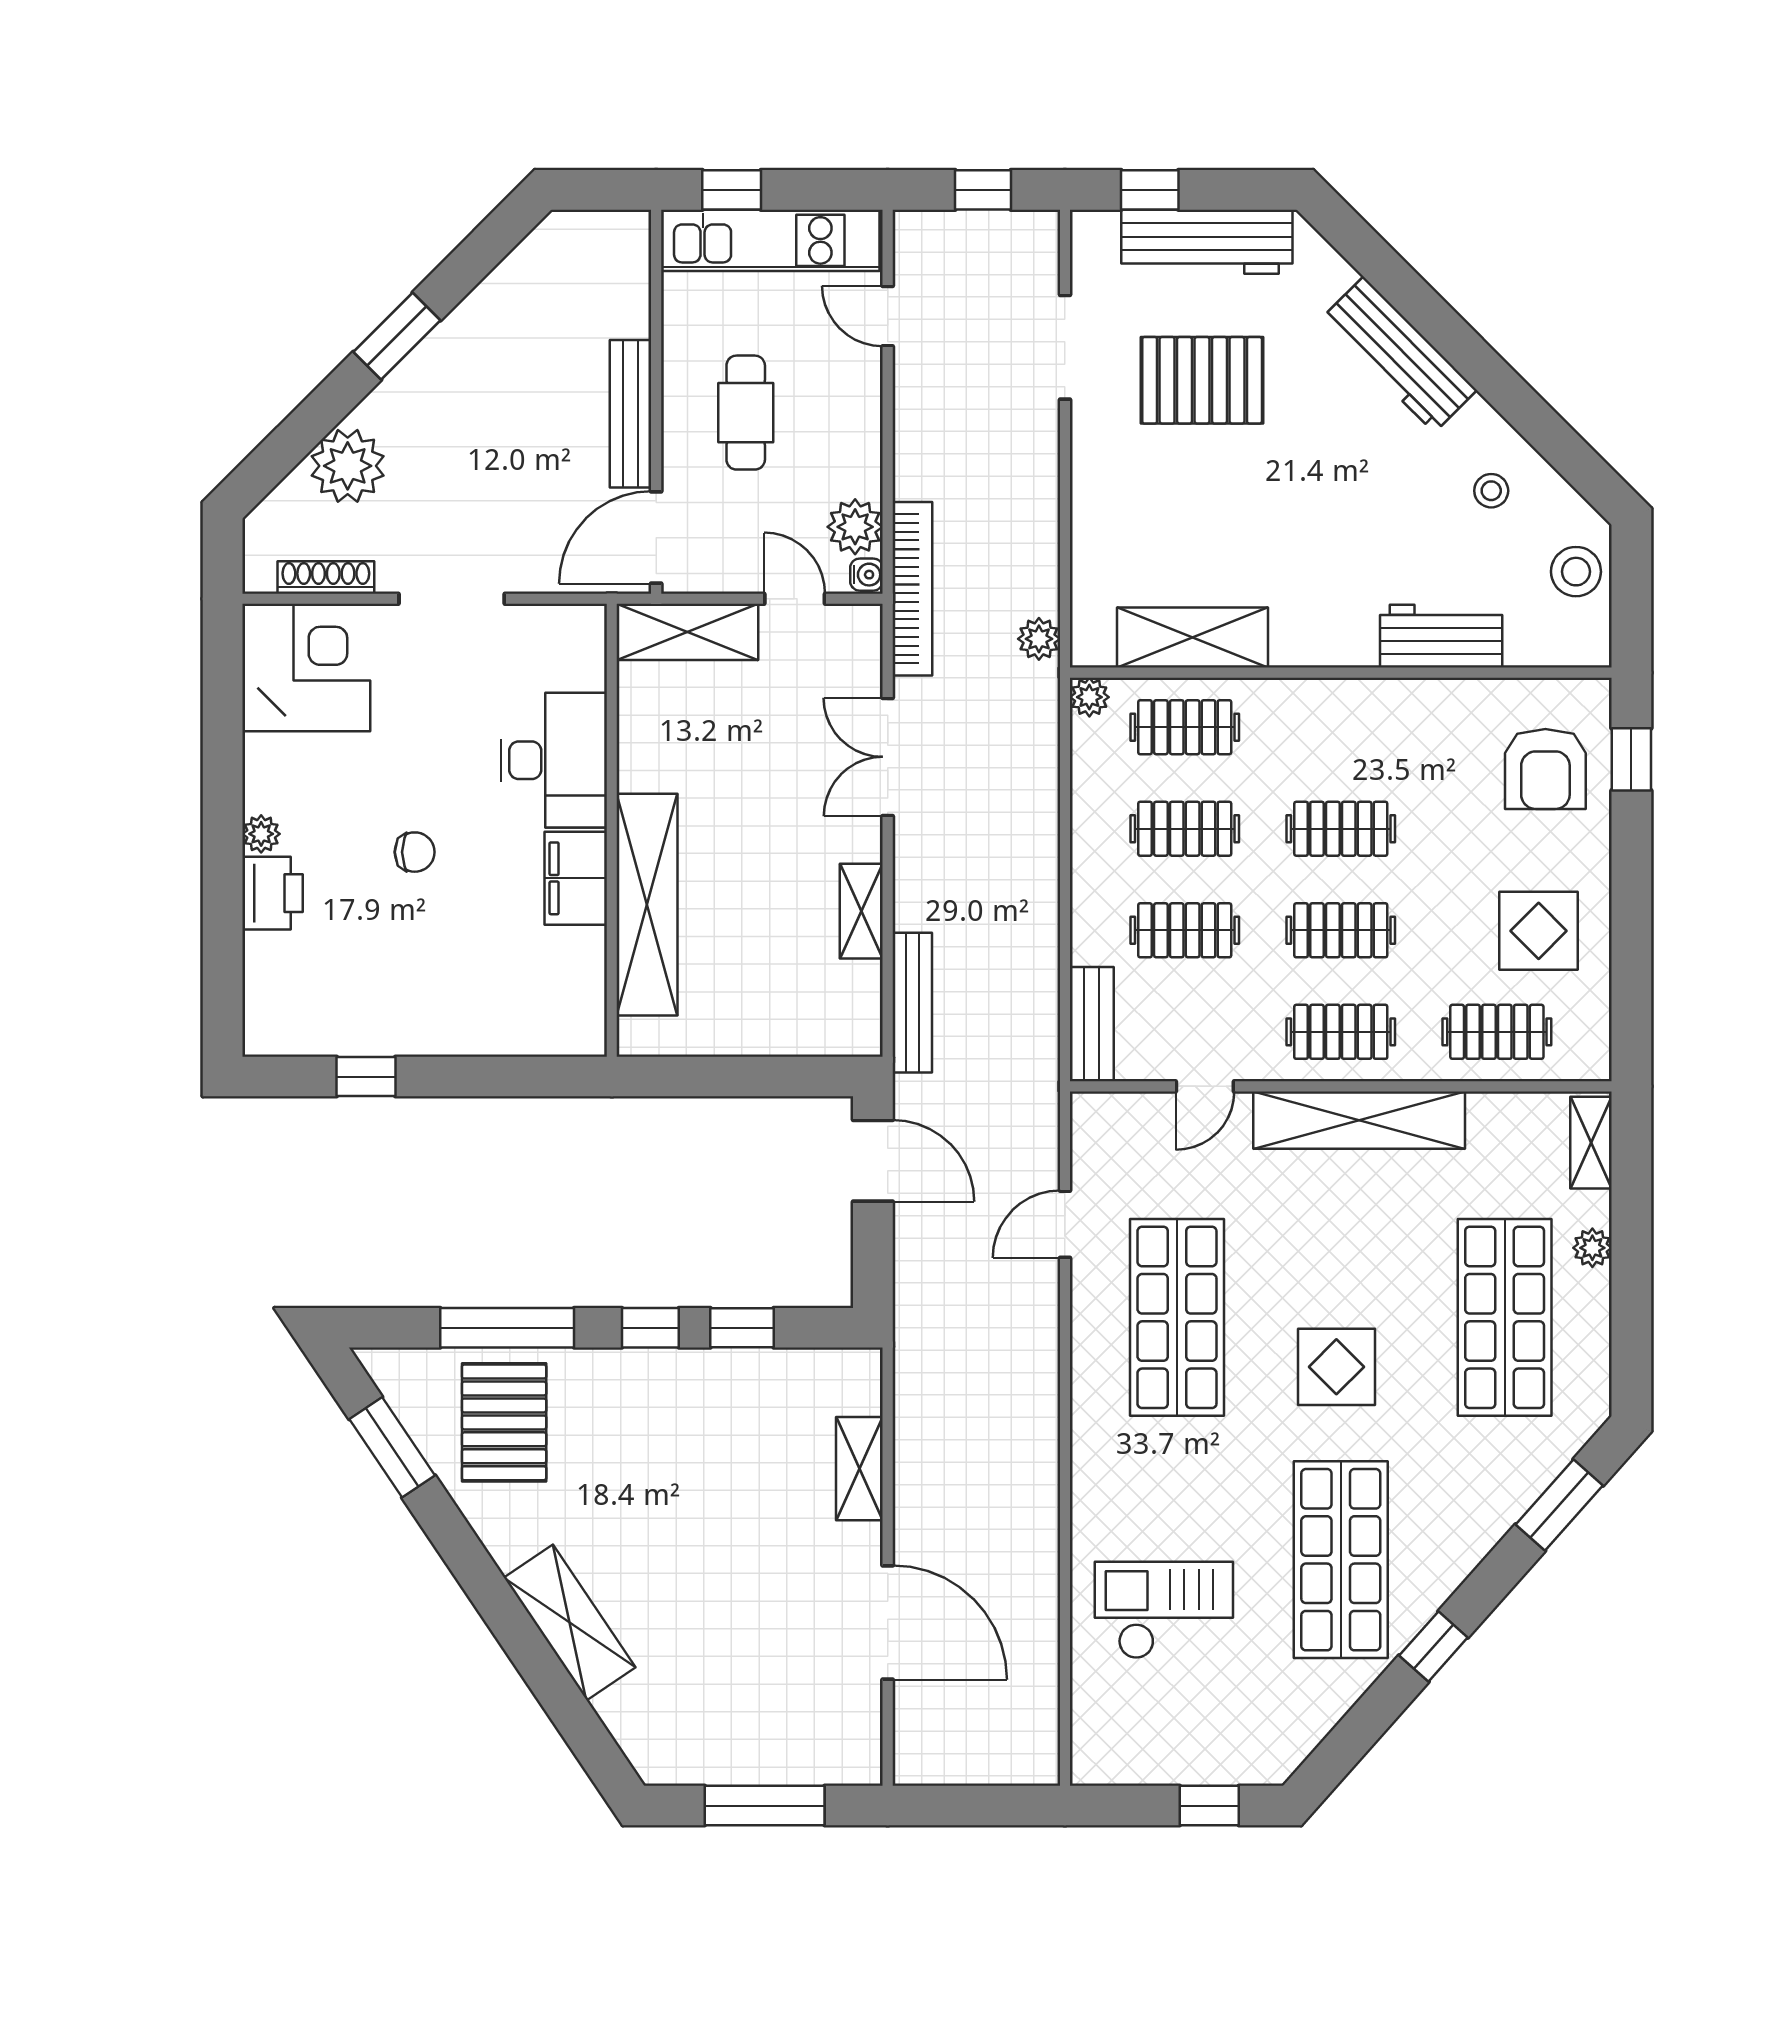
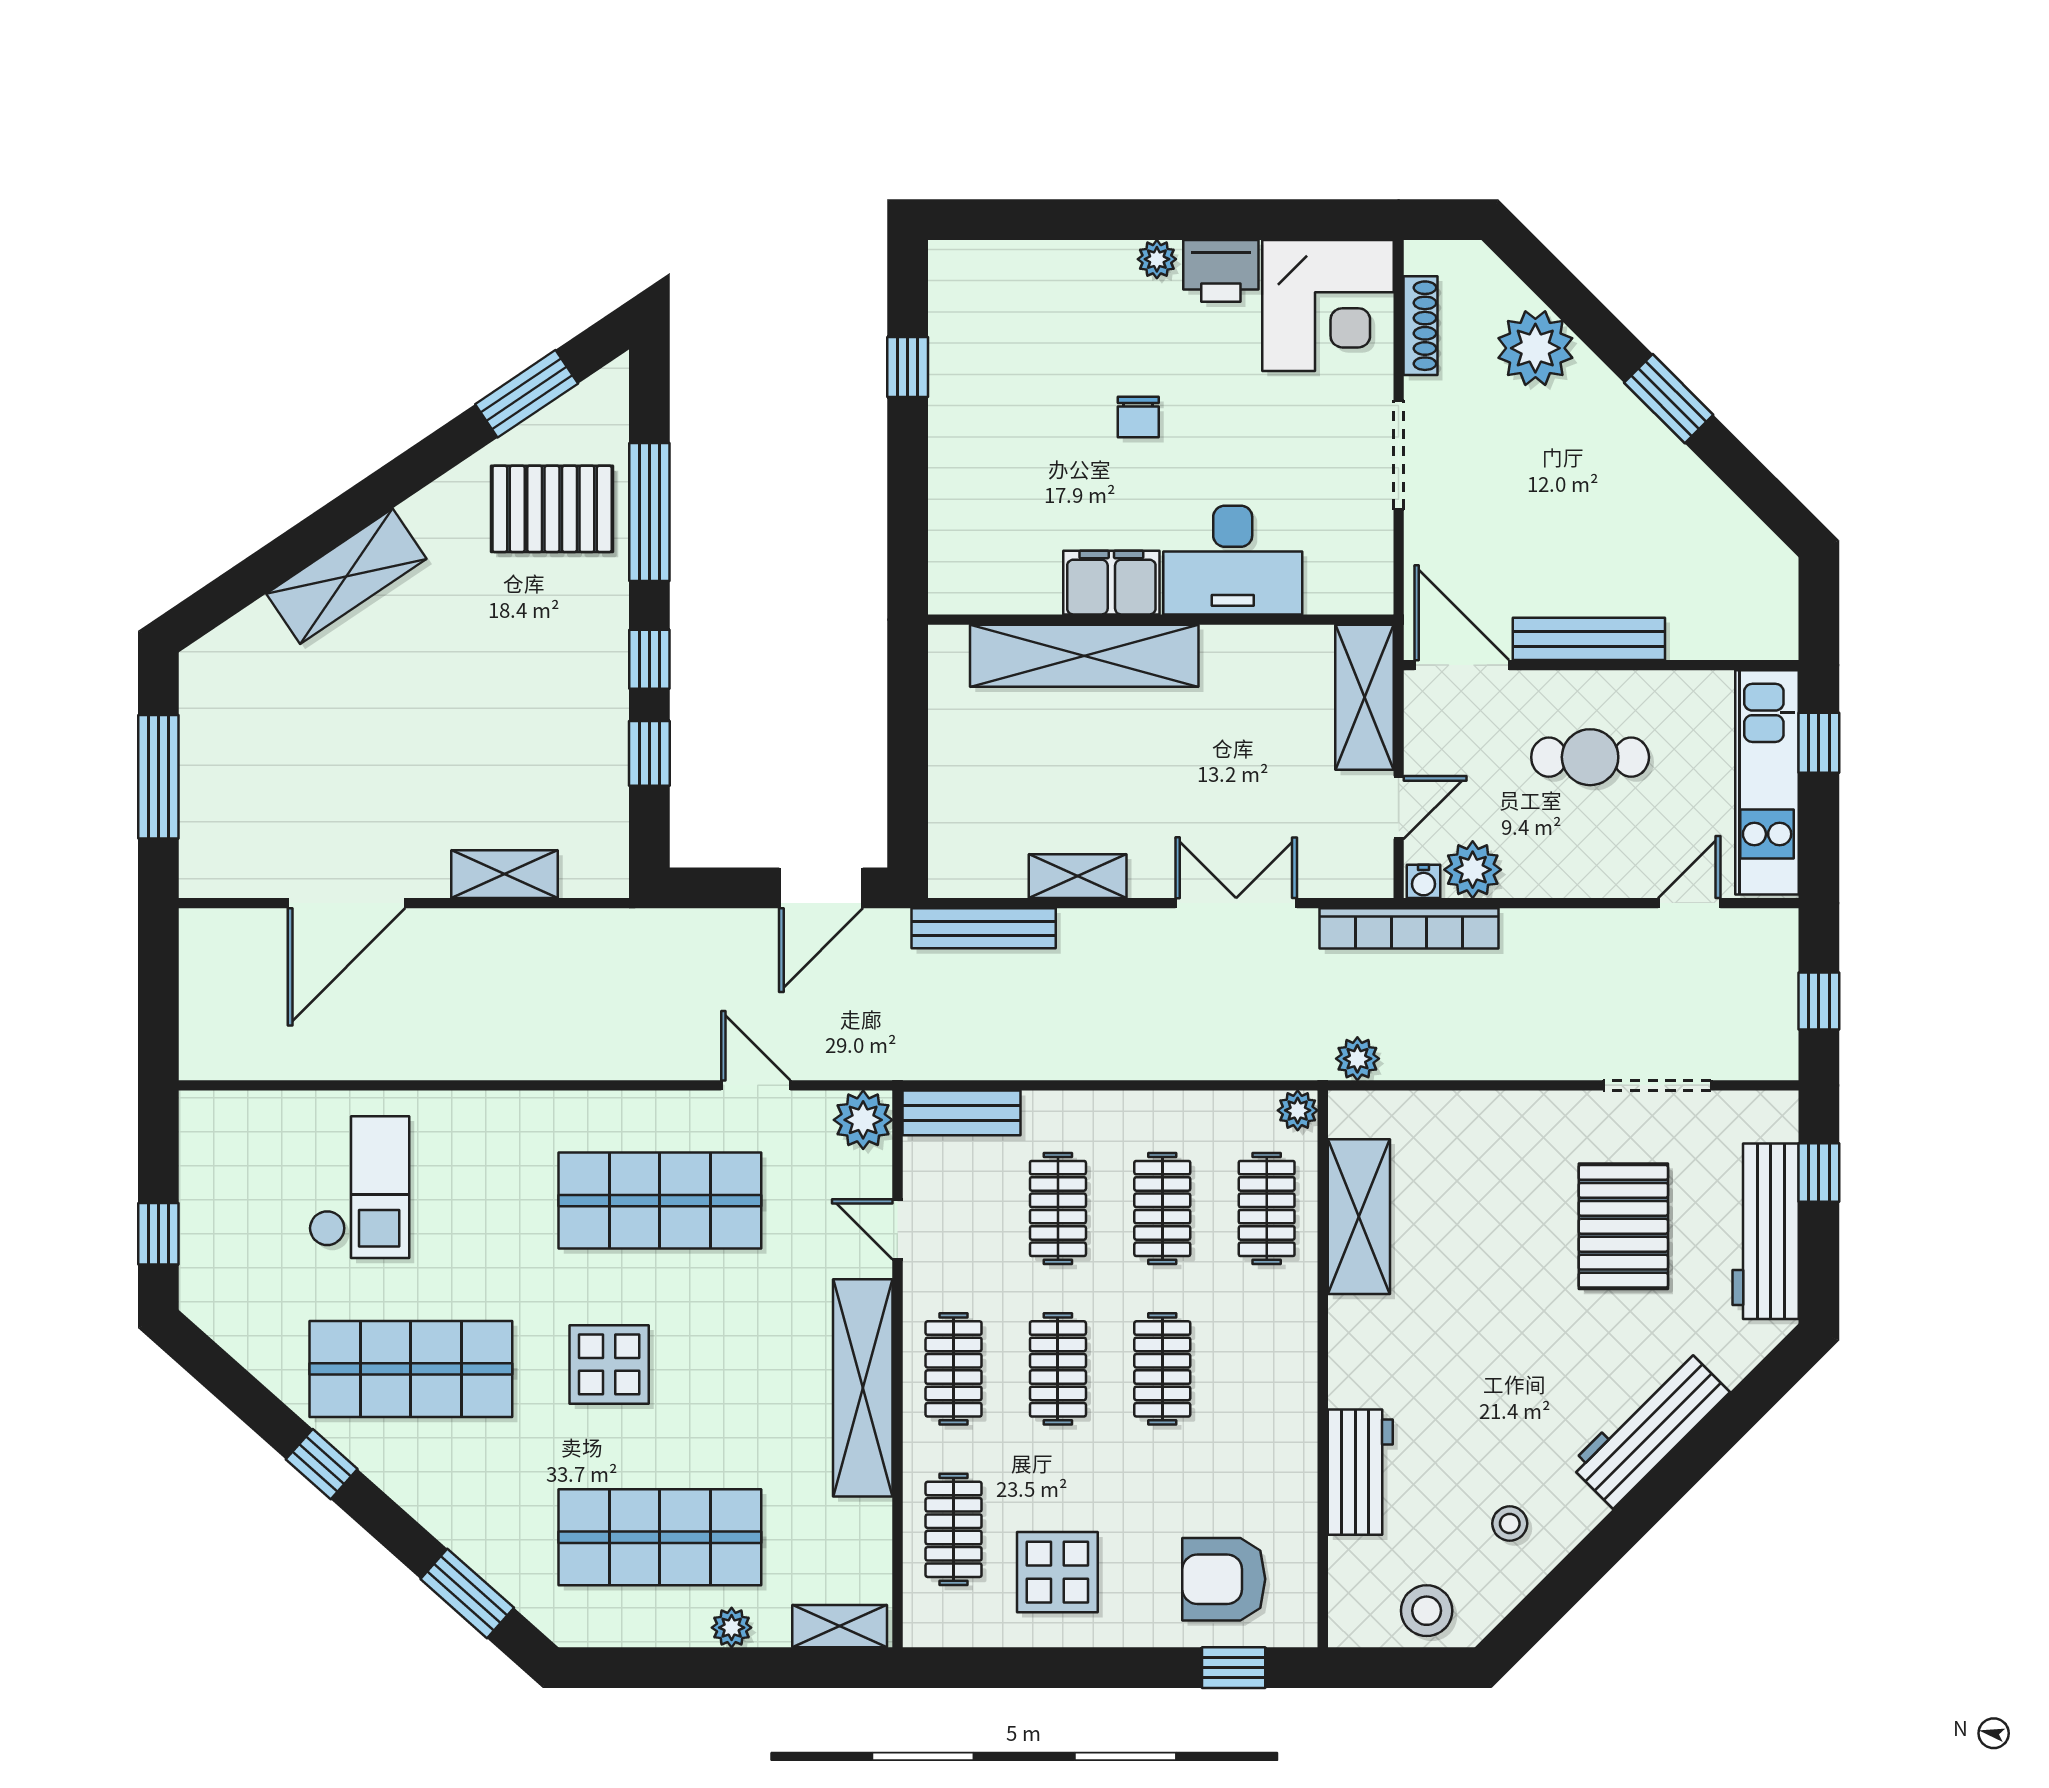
printer: (273, 893) -> (1221, 271), moved
plant: (1098, 1120) -> (863, 1120), added

